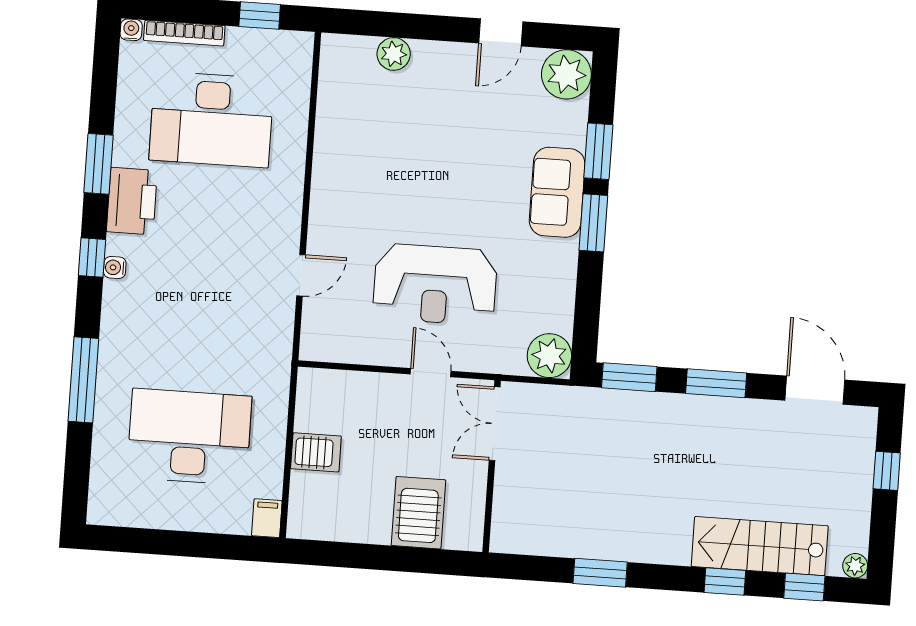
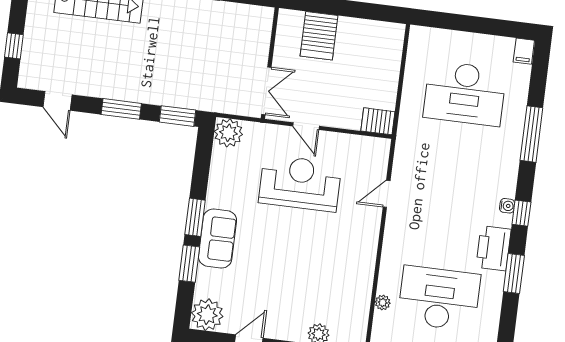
plant: (298, 108) -> (383, 302), added
door: (815, 390) -> (58, 101), width x0.73
server rack: (316, 452) -> (378, 121), moved
filing cabinet: (267, 518) -> (524, 51), moved

